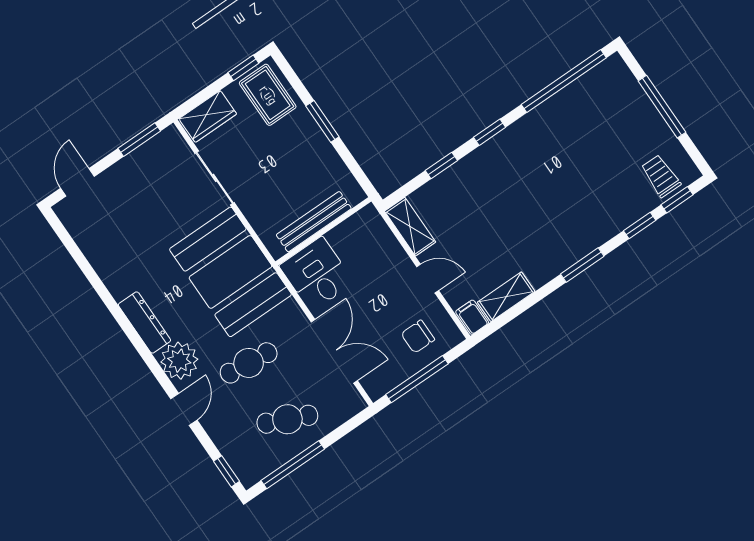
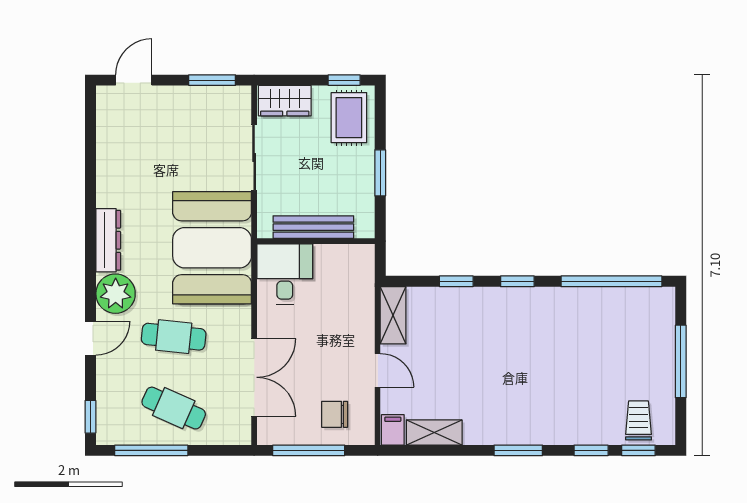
bench: (314, 222) -> (313, 227), moved
wall: (323, 231) -> (316, 241), moved
desk: (317, 274) -> (285, 274), moved

